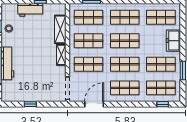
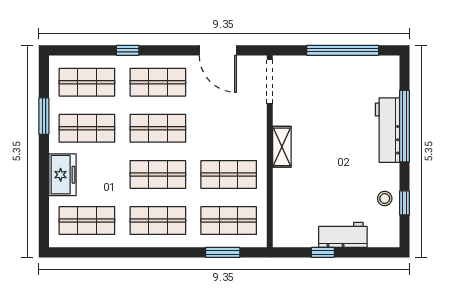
shelving: (60, 29) -> (284, 197), removed
shop shelf: (88, 64) -> (229, 128), removed
window: (30, 104) -> (343, 50), width x3.17
door: (94, 104) -> (218, 50), hinge flipped
window: (163, 104) -> (128, 50), moved

